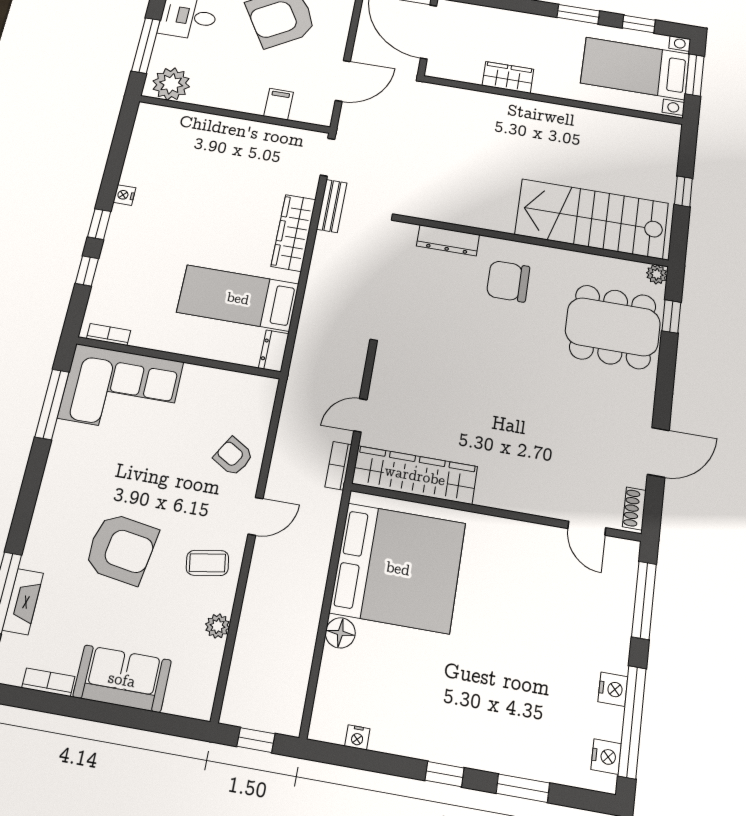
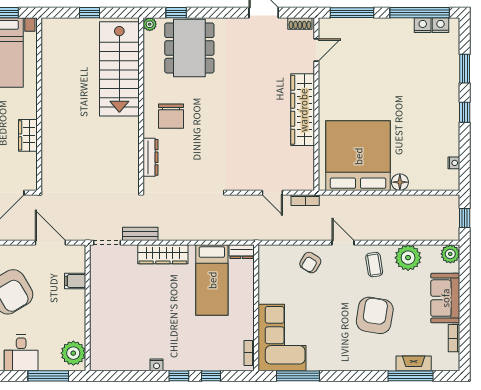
wardrobe: (415, 475) -> (303, 110), moved
plant: (217, 626) -> (408, 258), width x1.88, depth x1.88
nightstand: (613, 689) -> (423, 25), moved
plant: (198, 702) -> (450, 254), added

